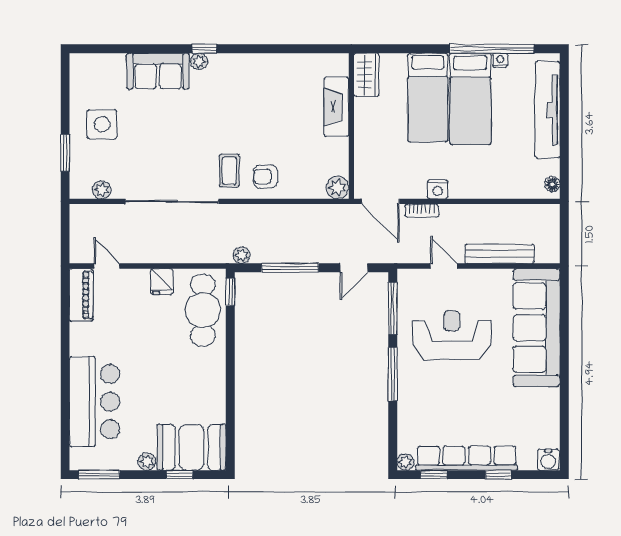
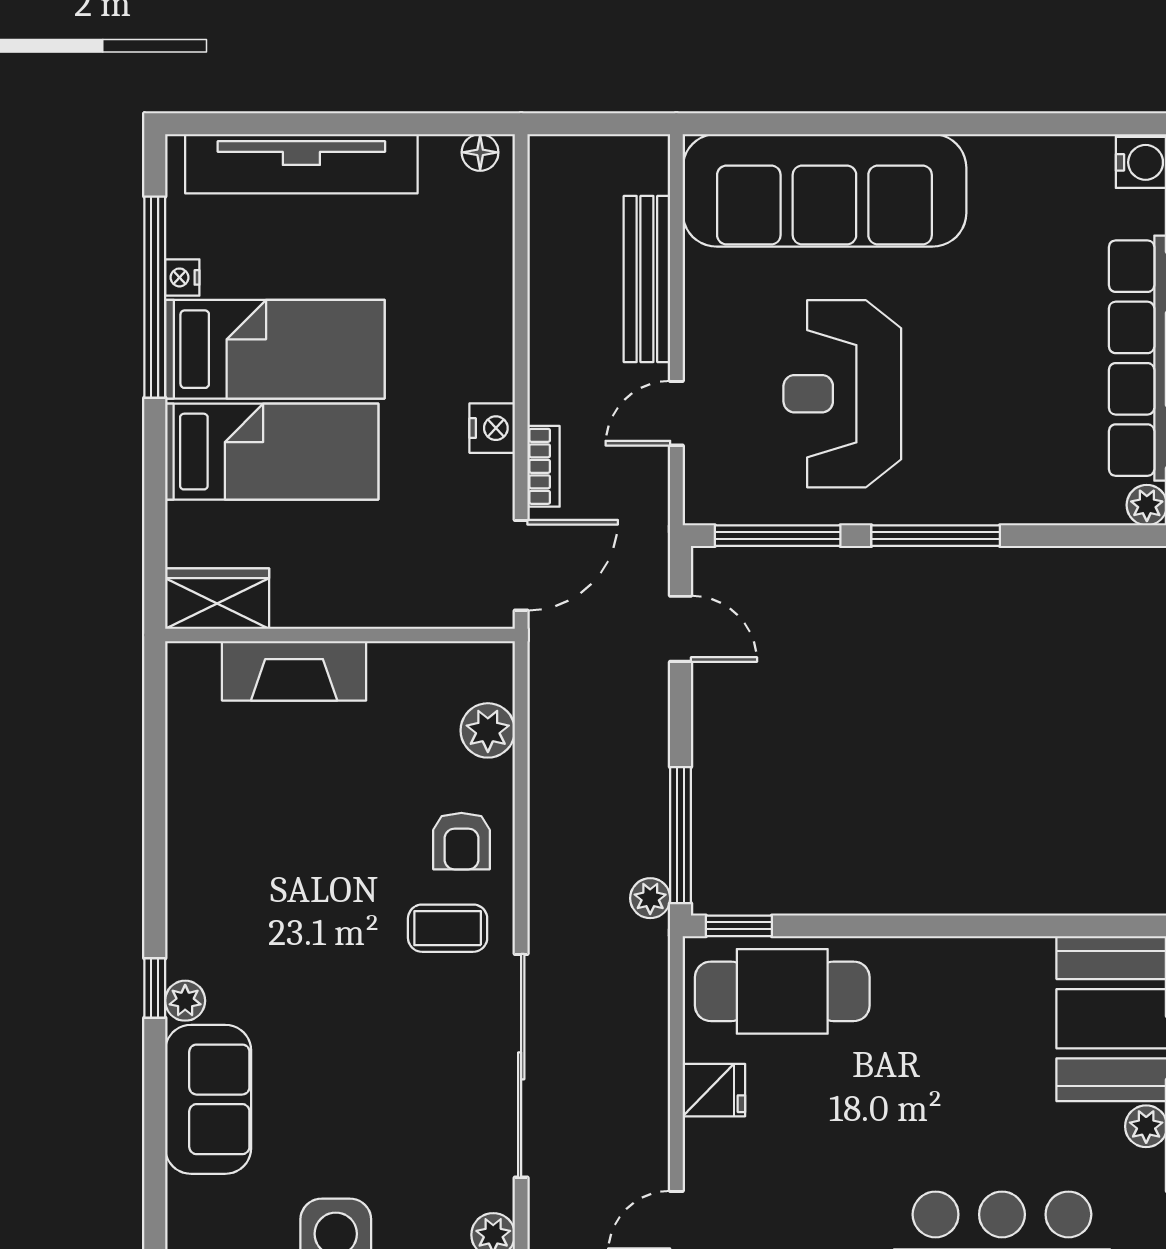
plant: (337, 187) -> (488, 730), moved
window: (290, 268) -> (681, 835), moved

